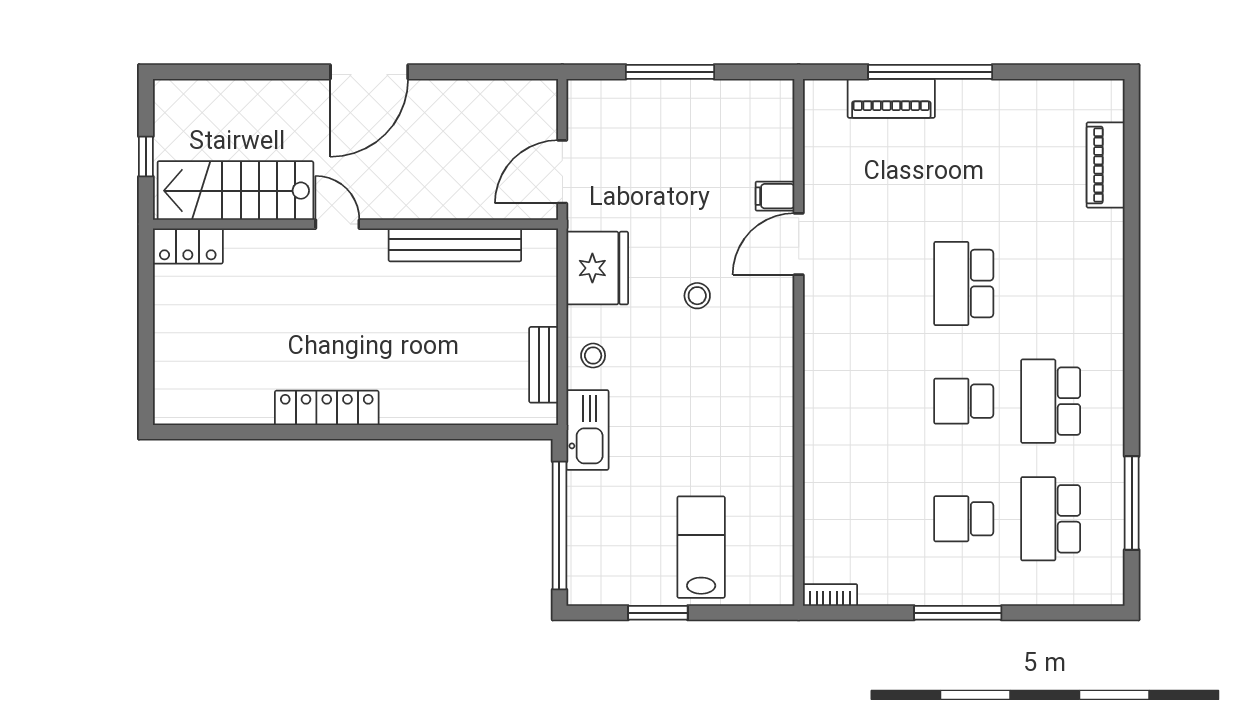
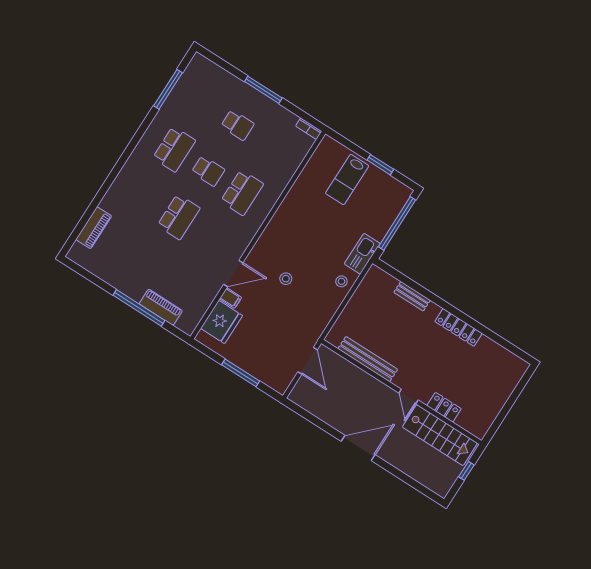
door: (562, 172) -> (308, 361), hinge flipped
locker: (188, 246) -> (444, 407), moved
fridge: (597, 268) -> (222, 322), moved, turned 180
bench: (544, 365) -> (412, 296), moved, turned 90
school desk: (1051, 519) -> (242, 193), moved

